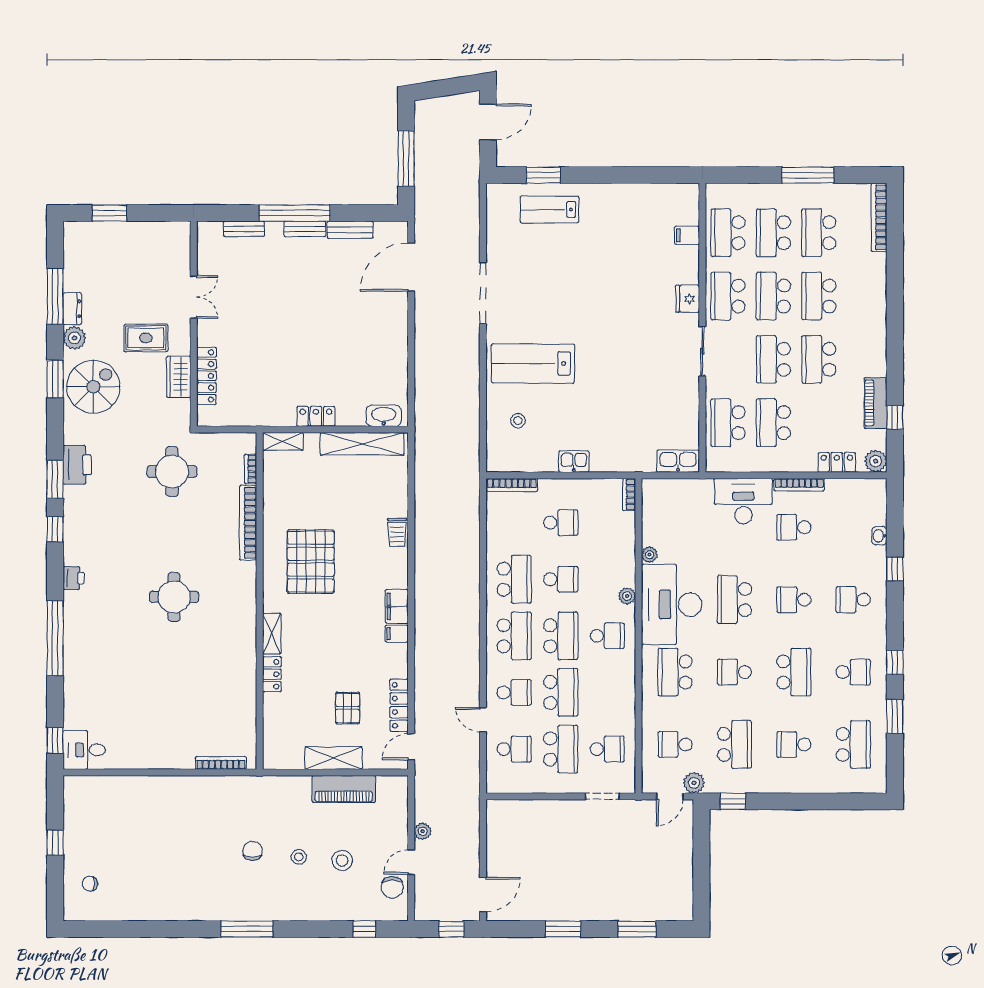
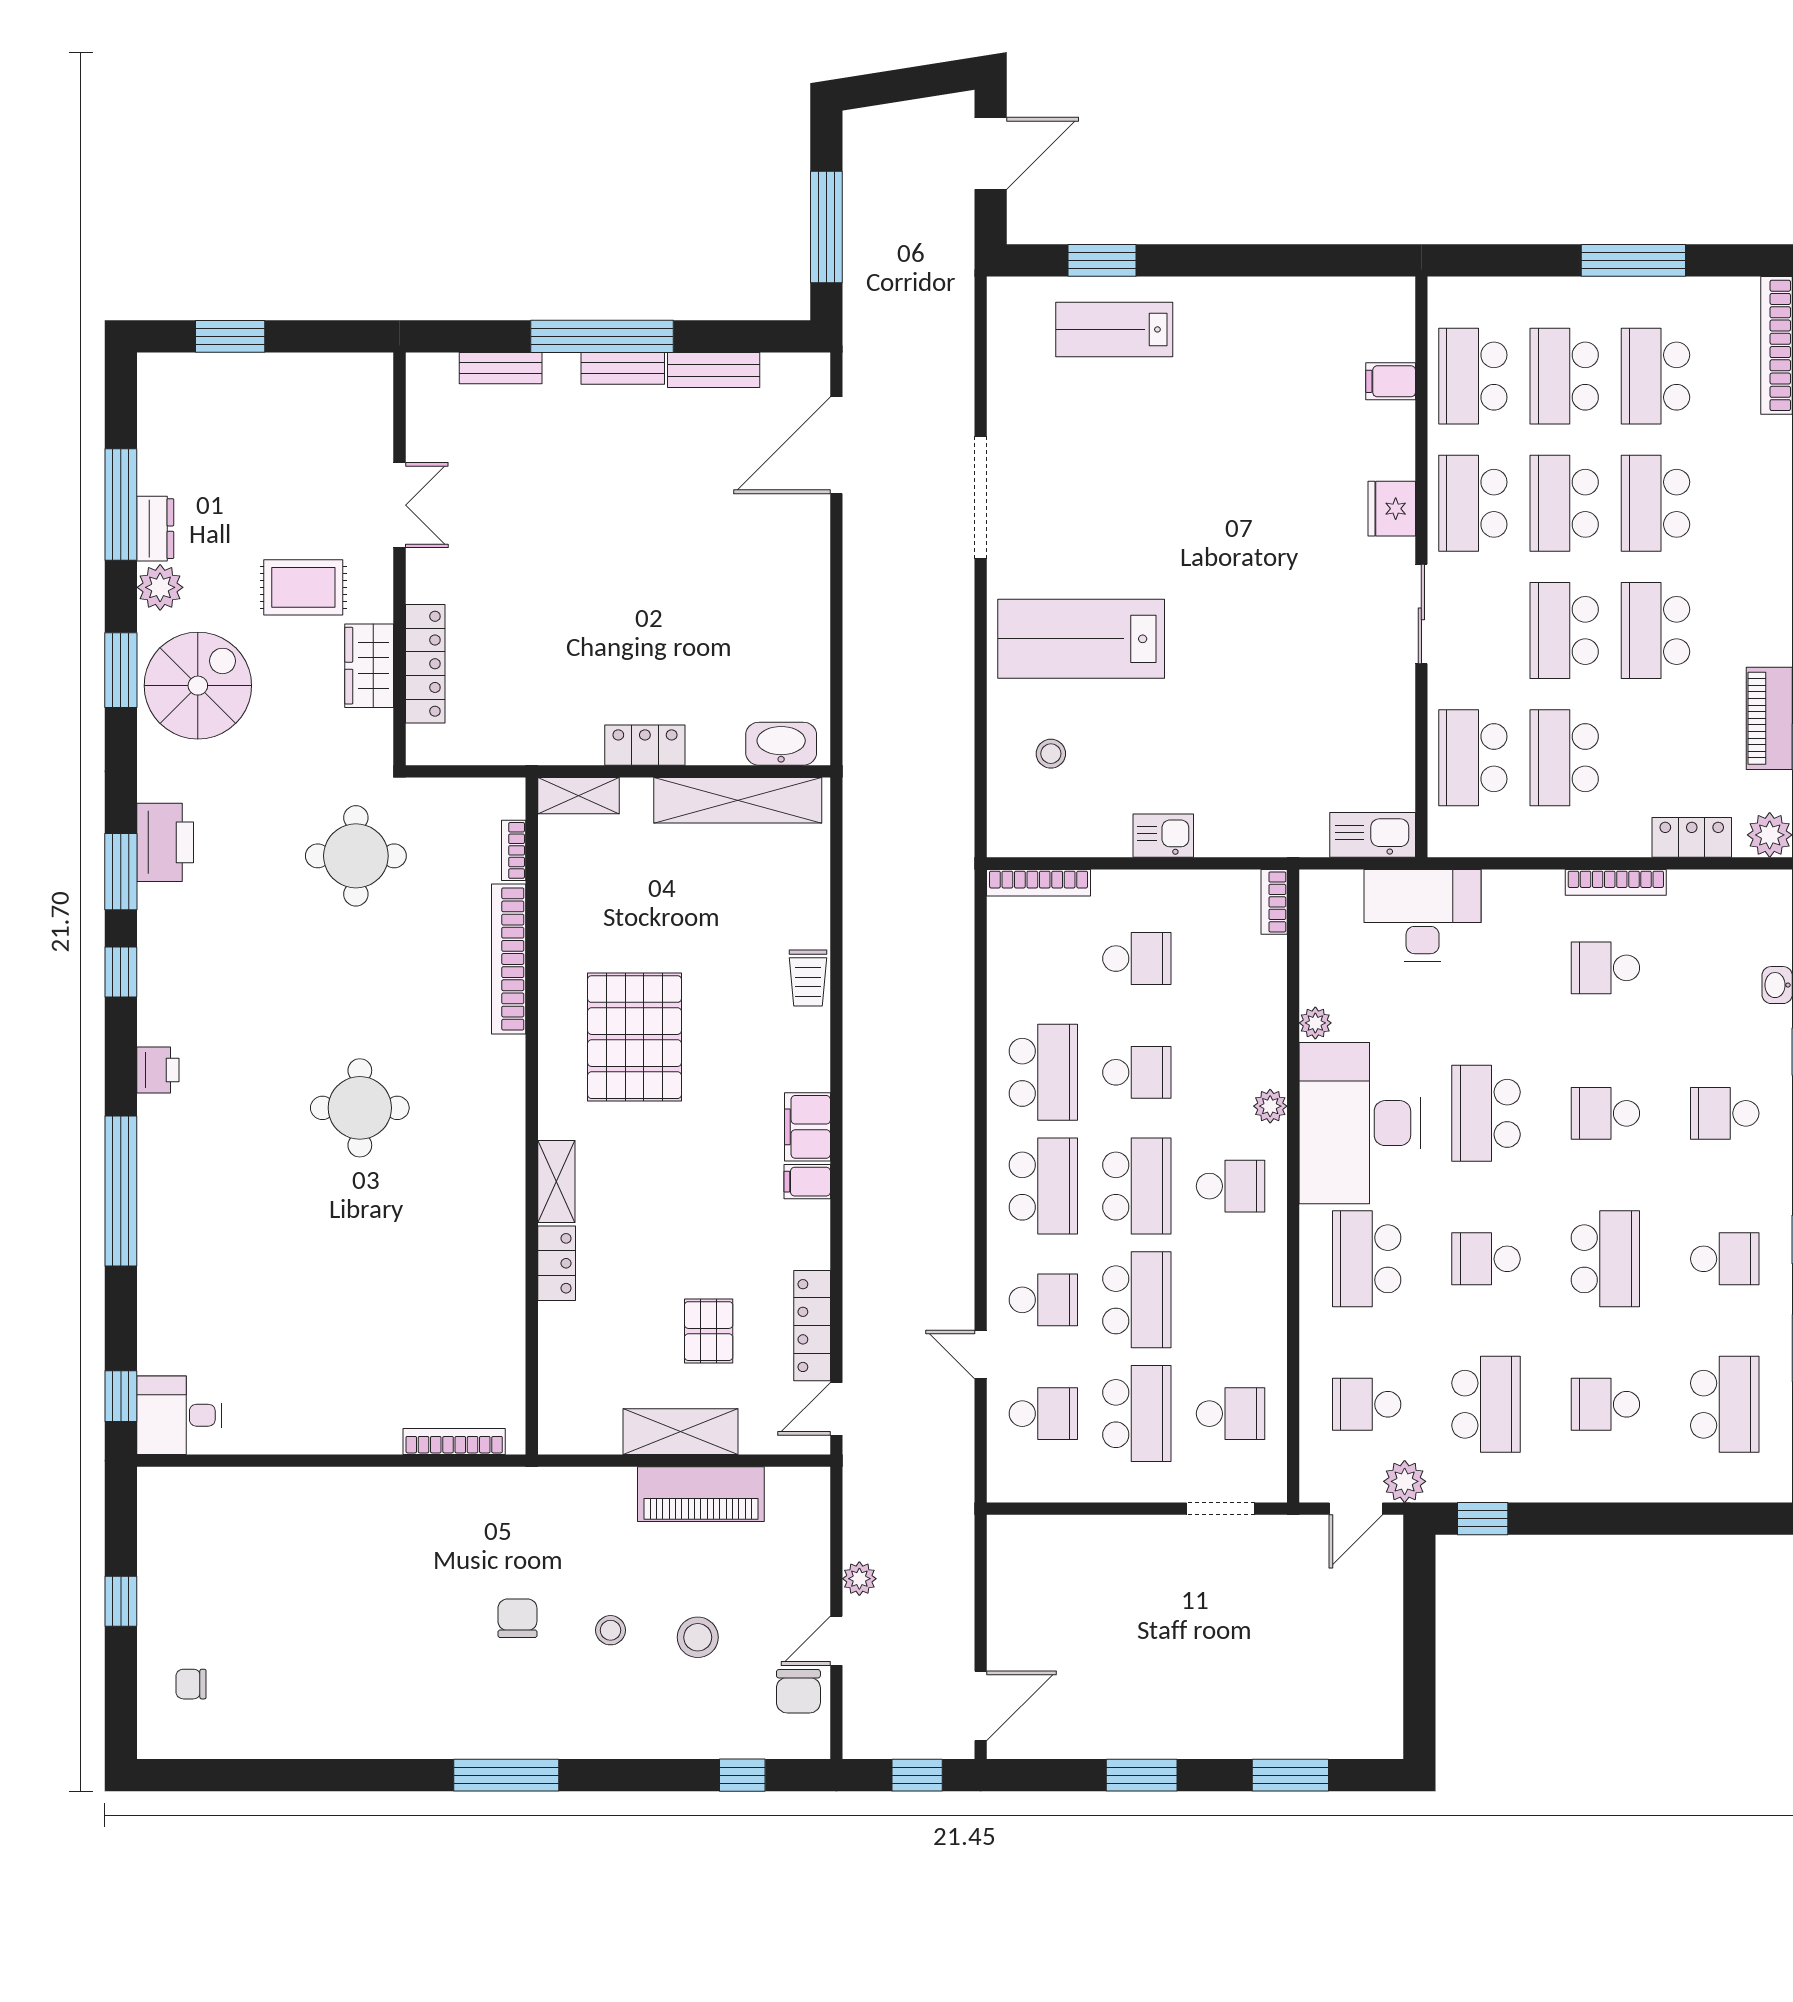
desk: (743, 501) -> (1423, 915), moved

